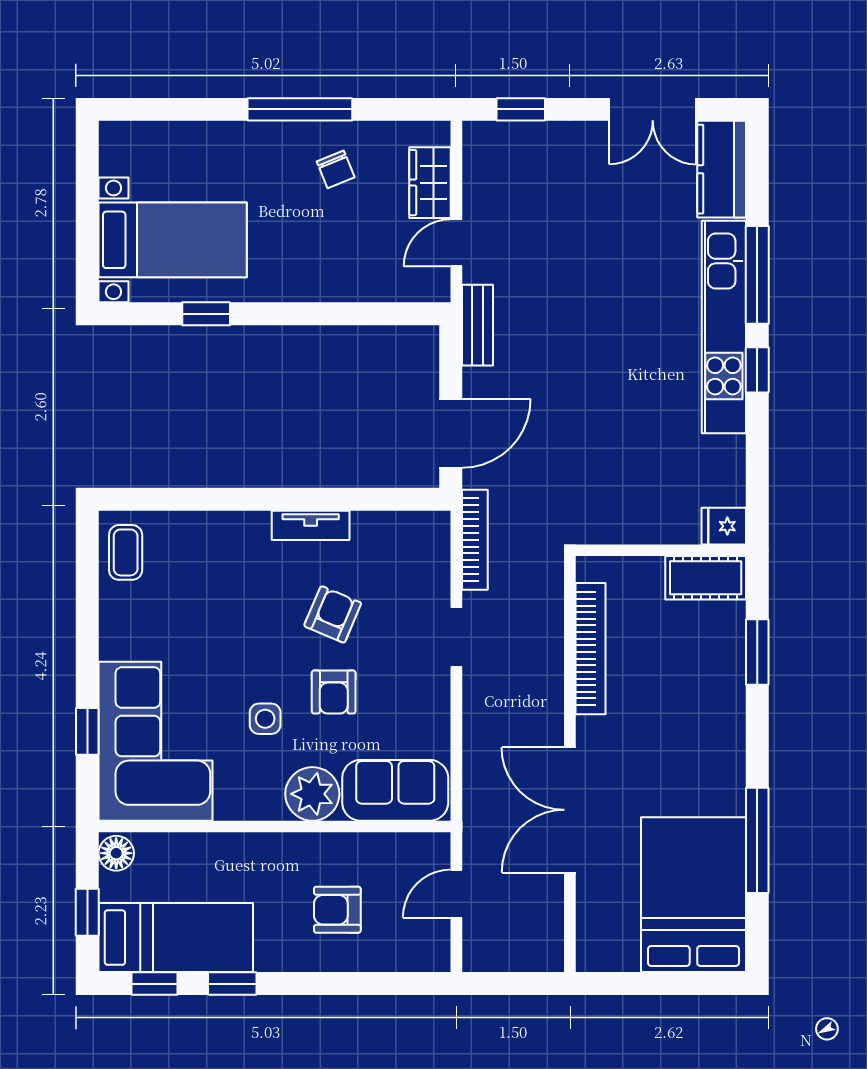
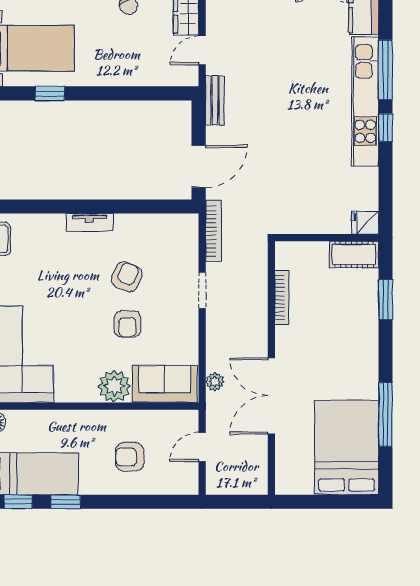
tv unit: (311, 525) -> (90, 222), moved
bookcase: (590, 649) -> (282, 298), width x0.68, depth x0.76
side table: (265, 719) -> (86, 340), removed
plant: (477, 787) -> (215, 382), added

